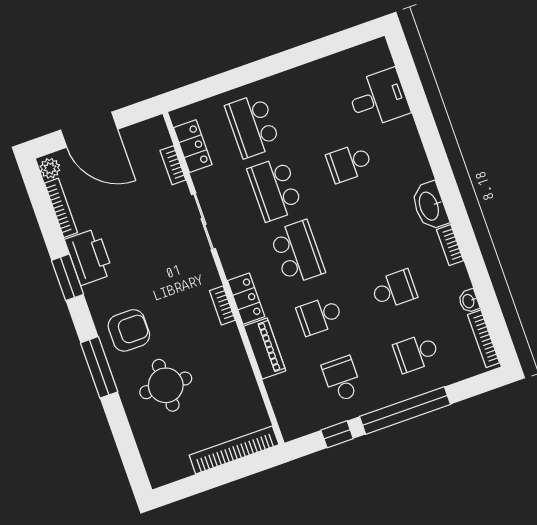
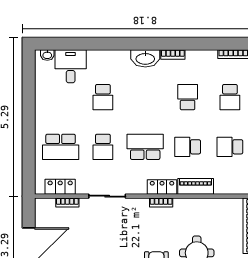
school desk: (275, 189) -> (103, 147), width x0.54
washbasin: (469, 301) -> (47, 55), moved
school desk: (320, 316) -> (188, 147), turned 90

